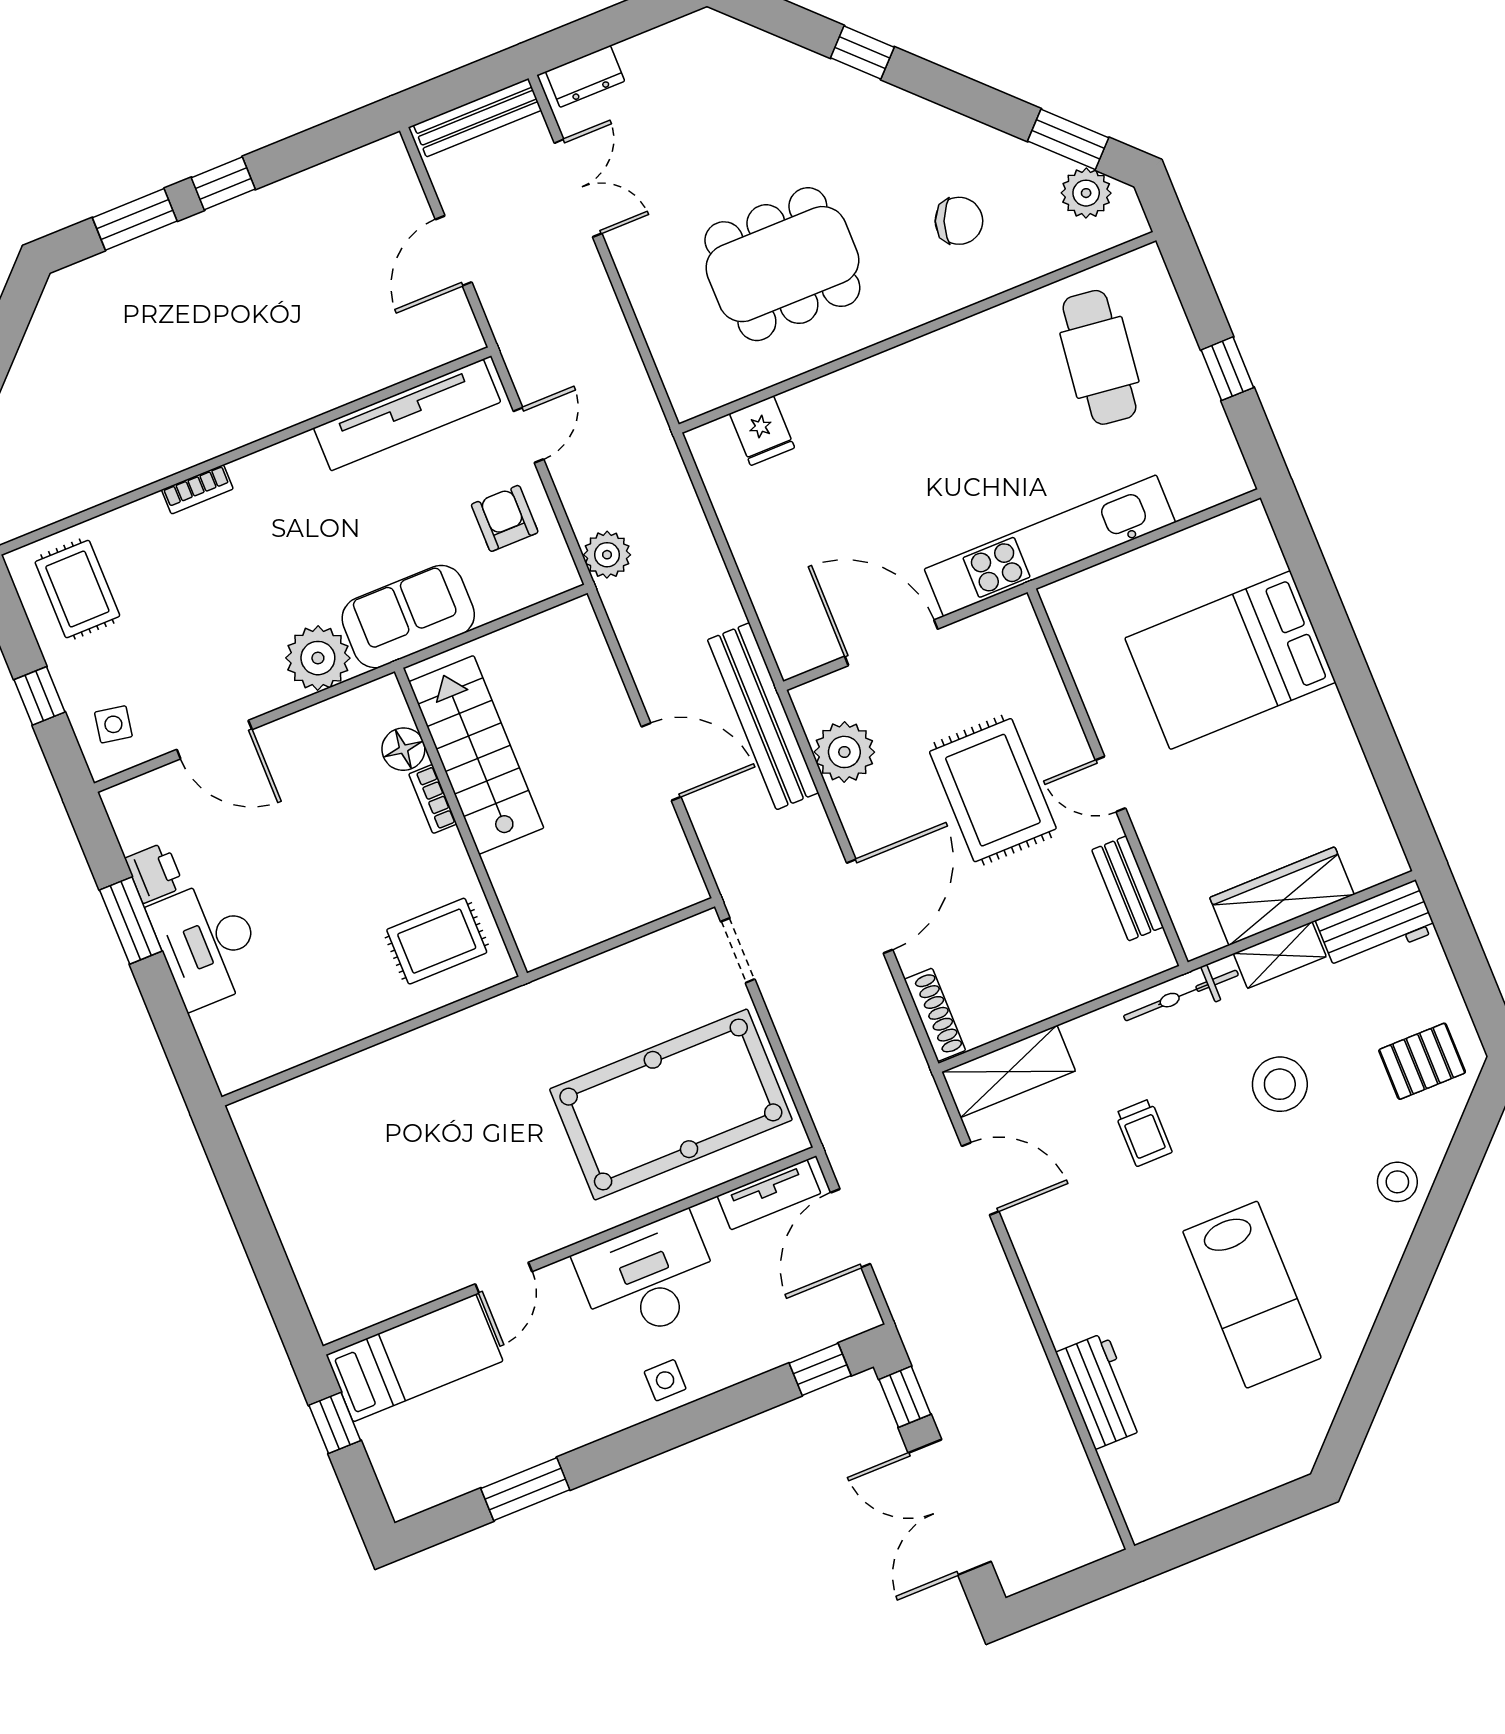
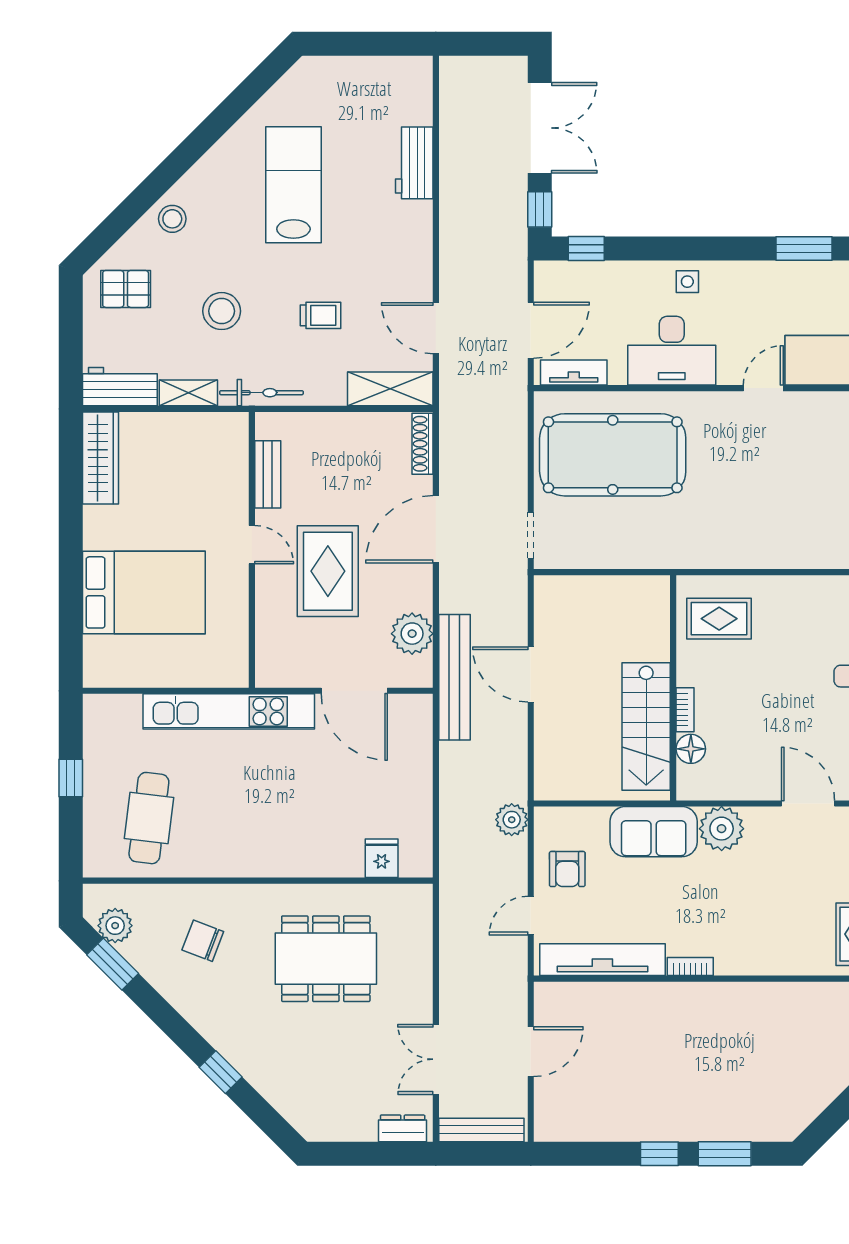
bookcase: (197, 489) -> (690, 967), moved
wardrobe: (1282, 896) -> (101, 458), moved, turned -90
trolley: (1143, 1133) -> (320, 315), turned 90

